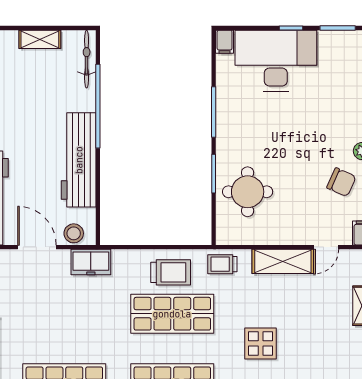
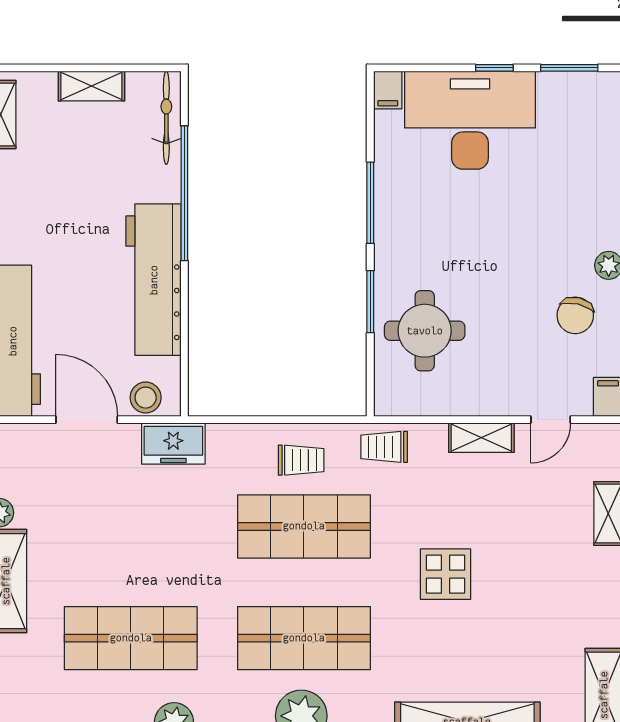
chair: (341, 182) -> (575, 315), turned 79
shelving: (283, 261) -> (481, 438), width x0.67, depth x0.75
trolley: (171, 272) -> (301, 460), width x0.73, depth x0.72

